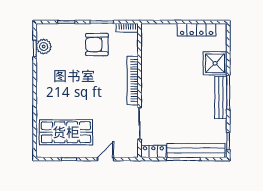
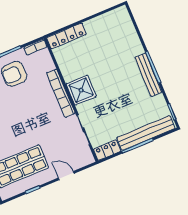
locker: (196, 30) -> (66, 36), moved
shower: (215, 63) -> (81, 90), moved
door: (105, 159) -> (66, 176), hinge flipped

